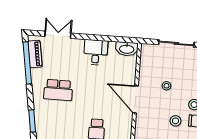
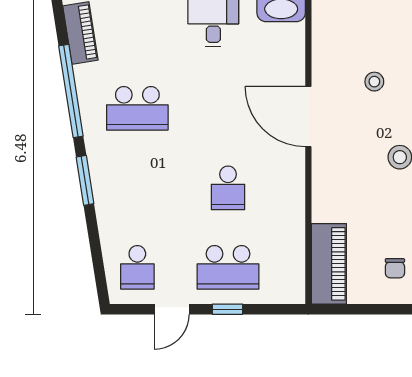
window: (27, 63) -> (71, 91), moved

